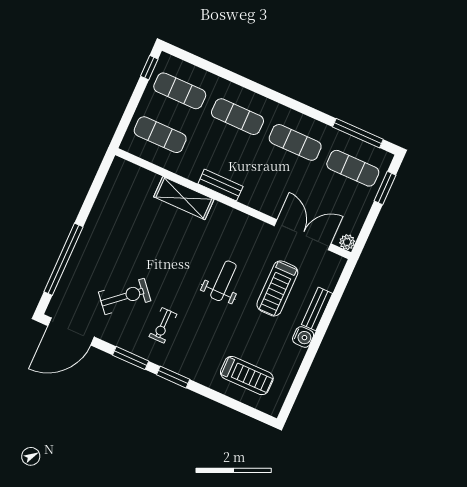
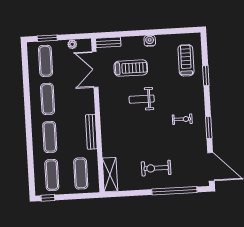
window: (358, 133) -> (25, 68), removed
bench: (220, 185) -> (91, 132), width x1.36
shelving: (184, 198) -> (110, 175), moved
plant: (347, 242) -> (72, 44), moved
exercise bike: (125, 296) -> (156, 168), moved, turned -49
bench: (317, 309) -> (108, 42), moved
window: (173, 377) -> (206, 76), moved

